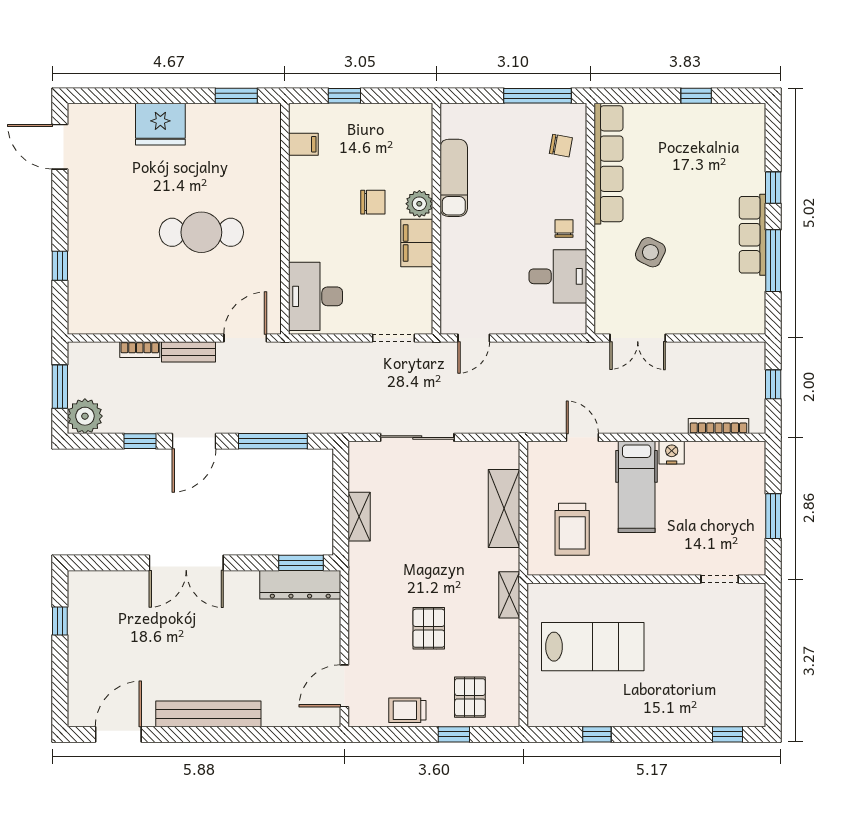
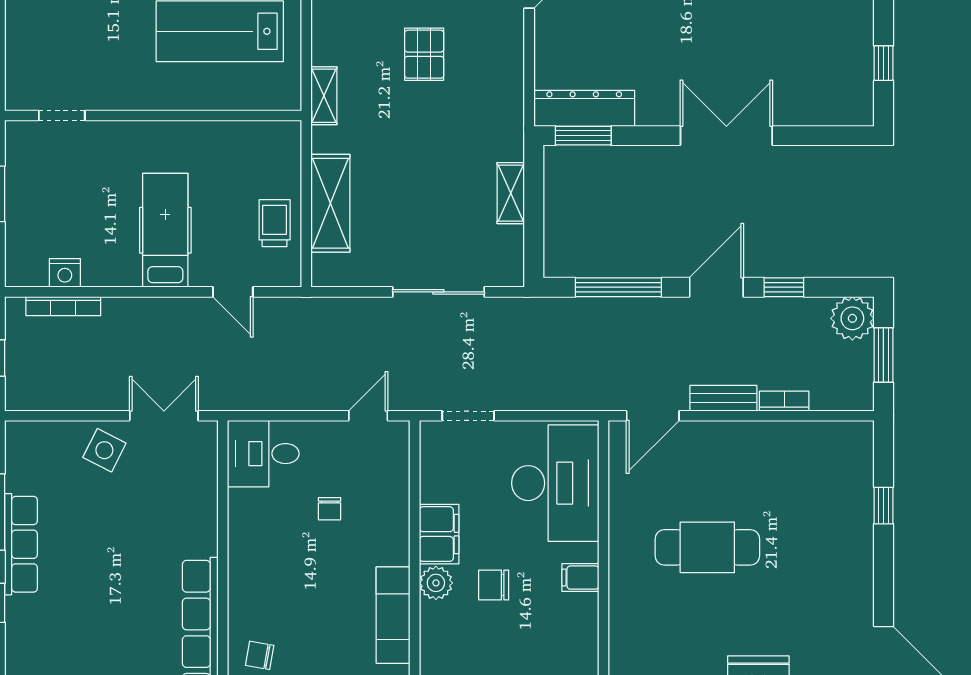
filing cabinet: (303, 144) -> (580, 578), moved
chair: (564, 228) -> (330, 509), moved
side table: (650, 252) -> (104, 450), moved
desk: (558, 276) -> (263, 454), moved
desk: (315, 296) -> (555, 483), width x1.36, depth x1.30
nightstand: (672, 453) -> (65, 273), moved
trolley: (572, 529) -> (275, 223), moved, width x0.73, depth x0.72

